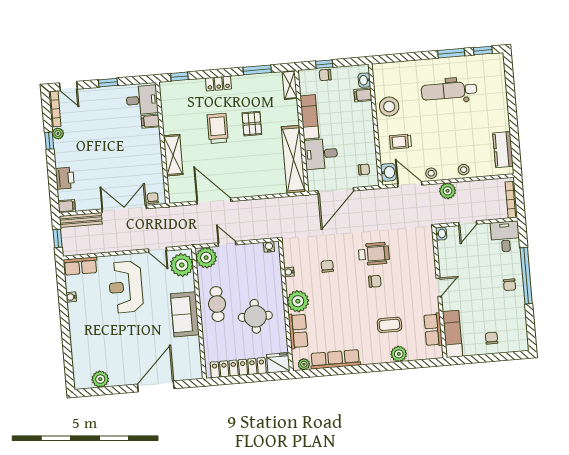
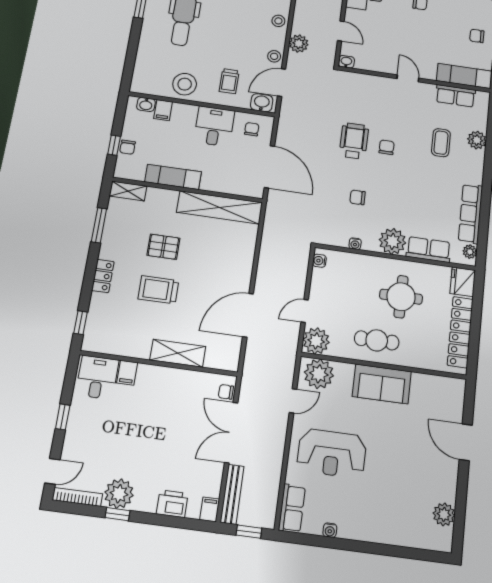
plant: (58, 133) -> (119, 494), width x1.87, depth x1.87
desk: (321, 154) -> (214, 126), moved, turned 180
door: (156, 386) -> (466, 442), width x0.73

